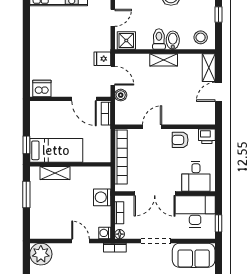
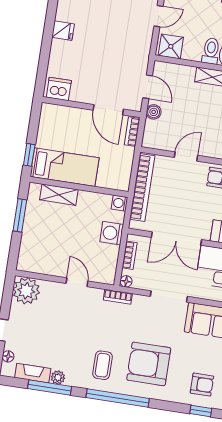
fridge: (102, 59) -> (63, 31), moved, turned 180
washing machine: (105, 233) -> (120, 203), moved

